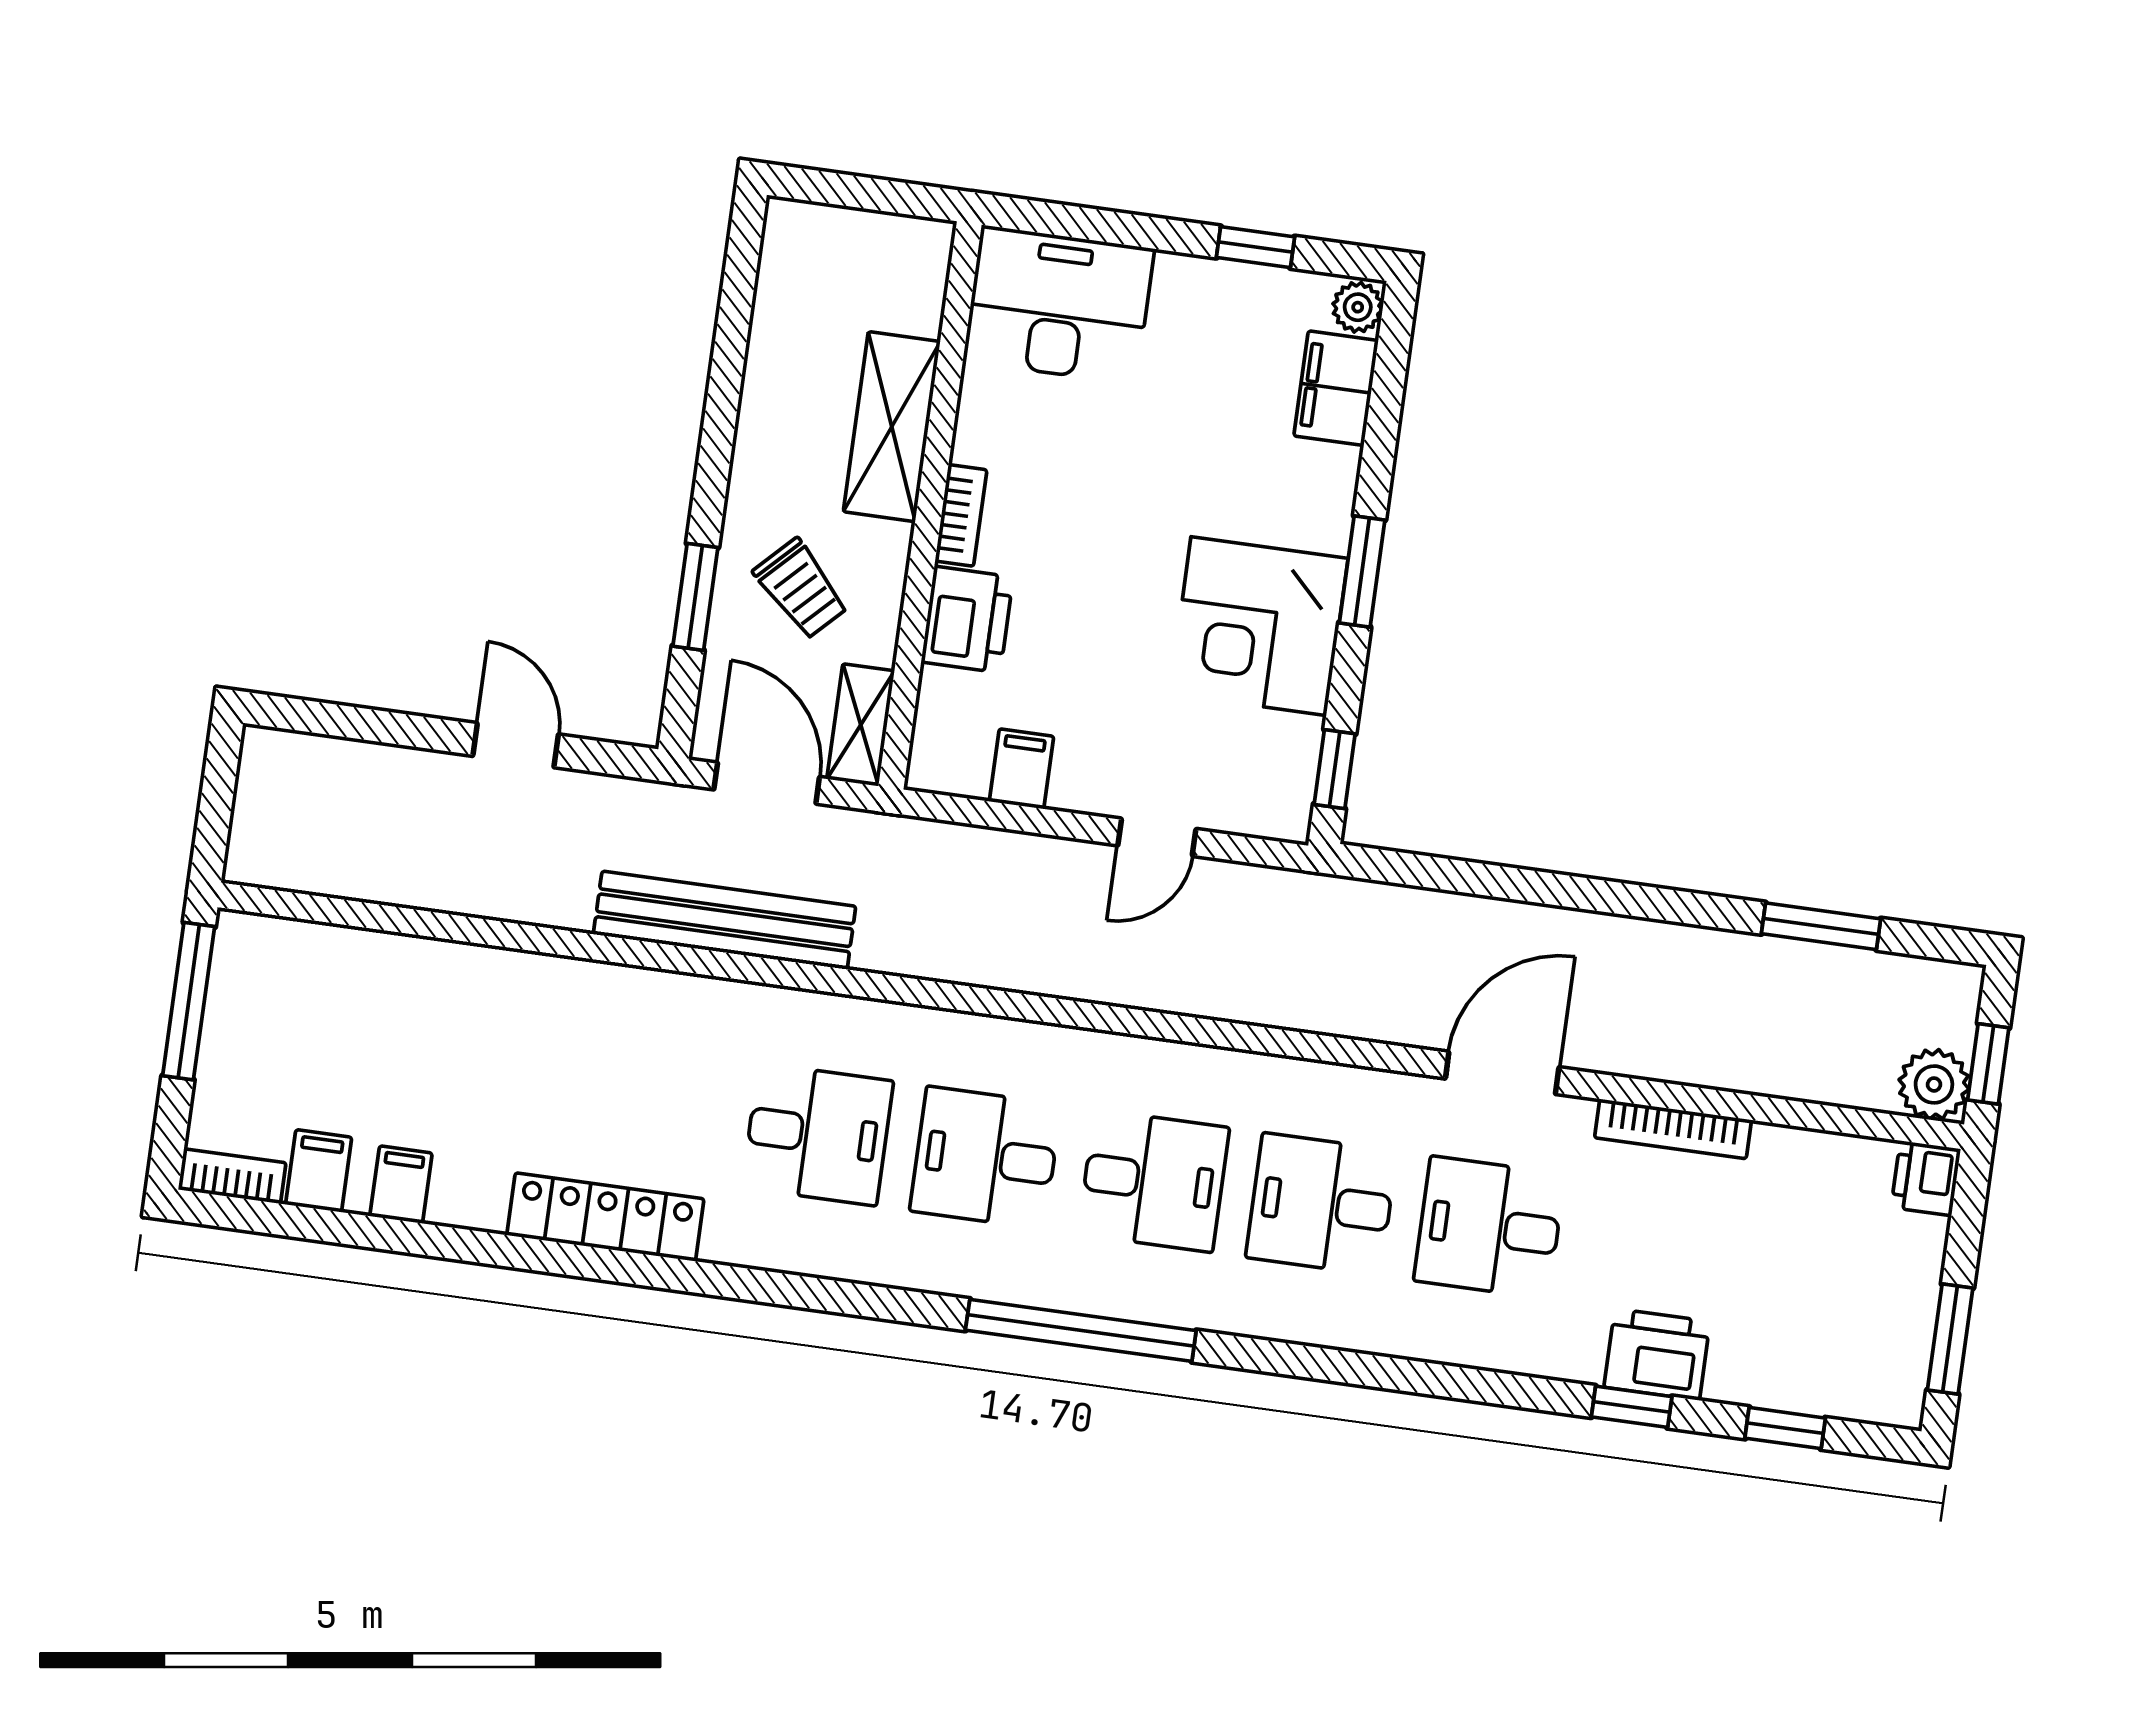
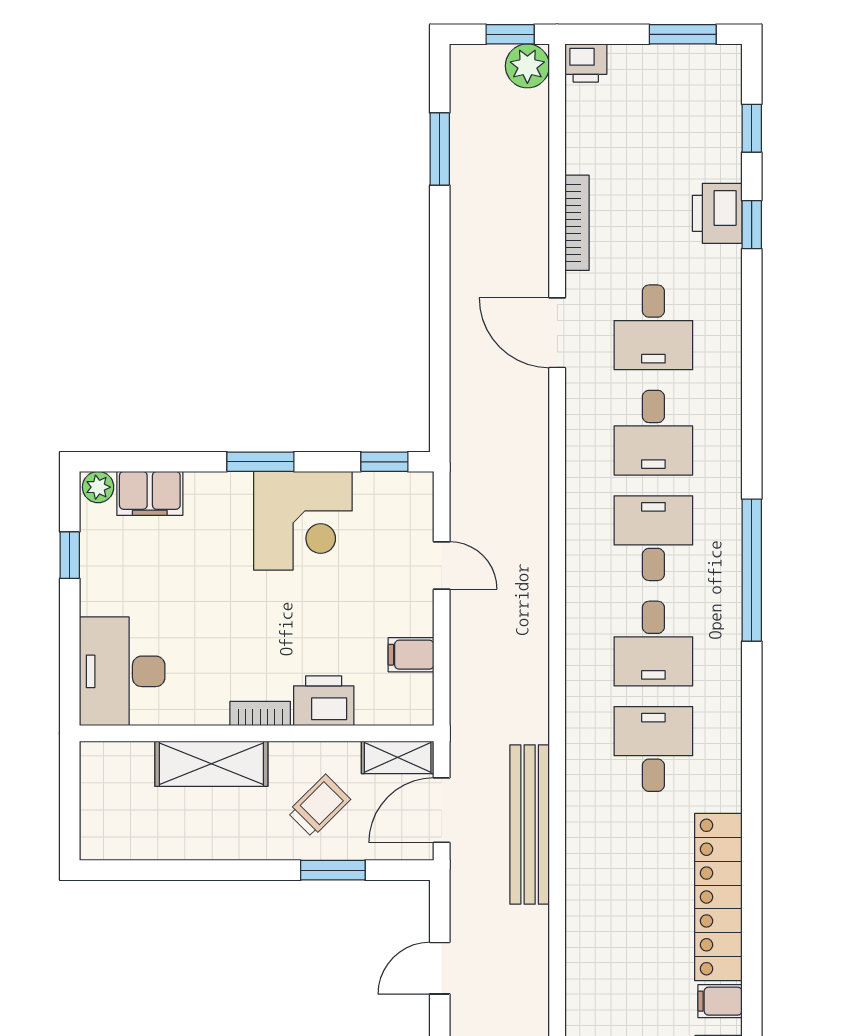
locker: (605, 1217) -> (718, 897), width x1.41, depth x1.21

